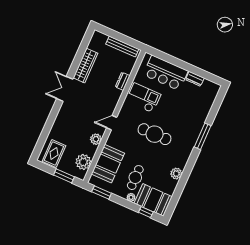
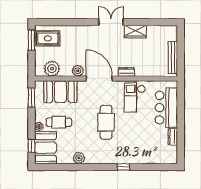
wardrobe: (85, 66) -> (135, 32), width x0.67
dresser: (123, 81) -> (126, 72), moved
checkout: (143, 98) -> (135, 97), turned 180
door: (112, 123) -> (99, 79), width x1.87
window: (203, 136) -> (124, 167), width x0.46
window: (64, 176) -> (31, 40), moved

